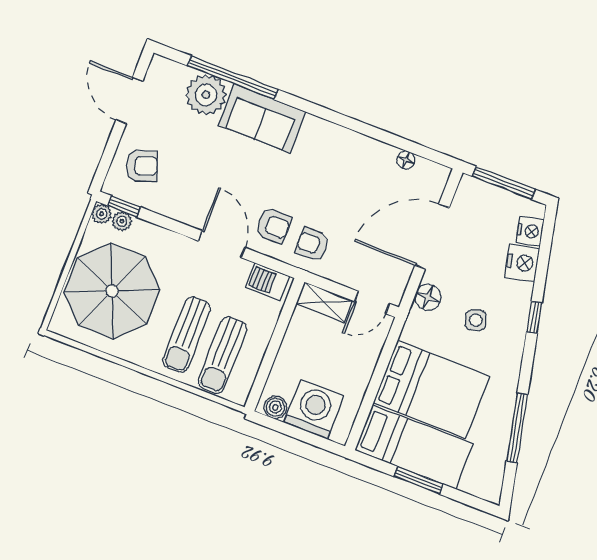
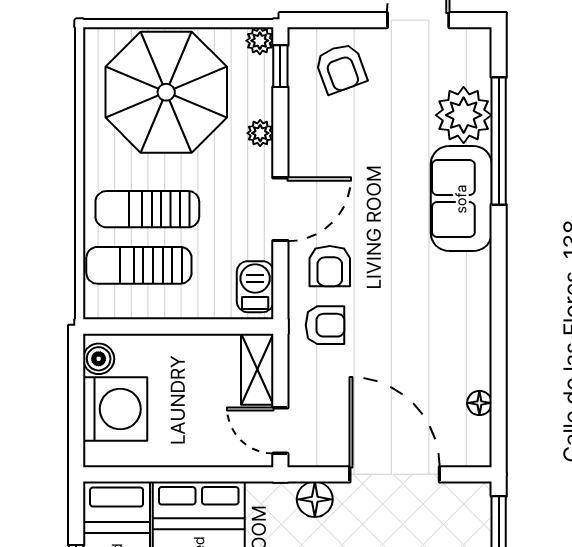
plant: (122, 221) -> (260, 133), moved
armchair: (312, 244) -> (325, 325), turned 90

